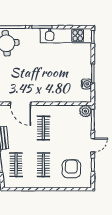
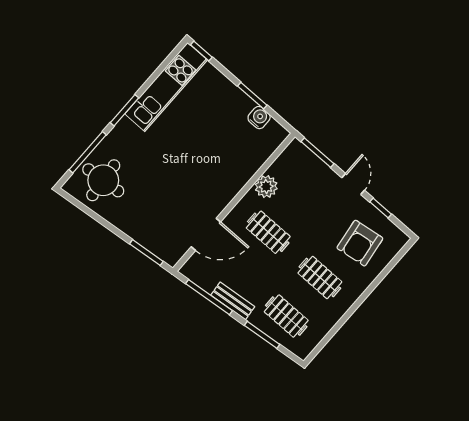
plant: (85, 111) -> (266, 187), moved
armchair: (71, 169) -> (360, 243), turned -98

